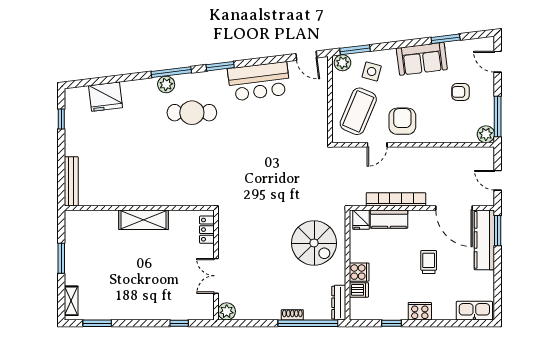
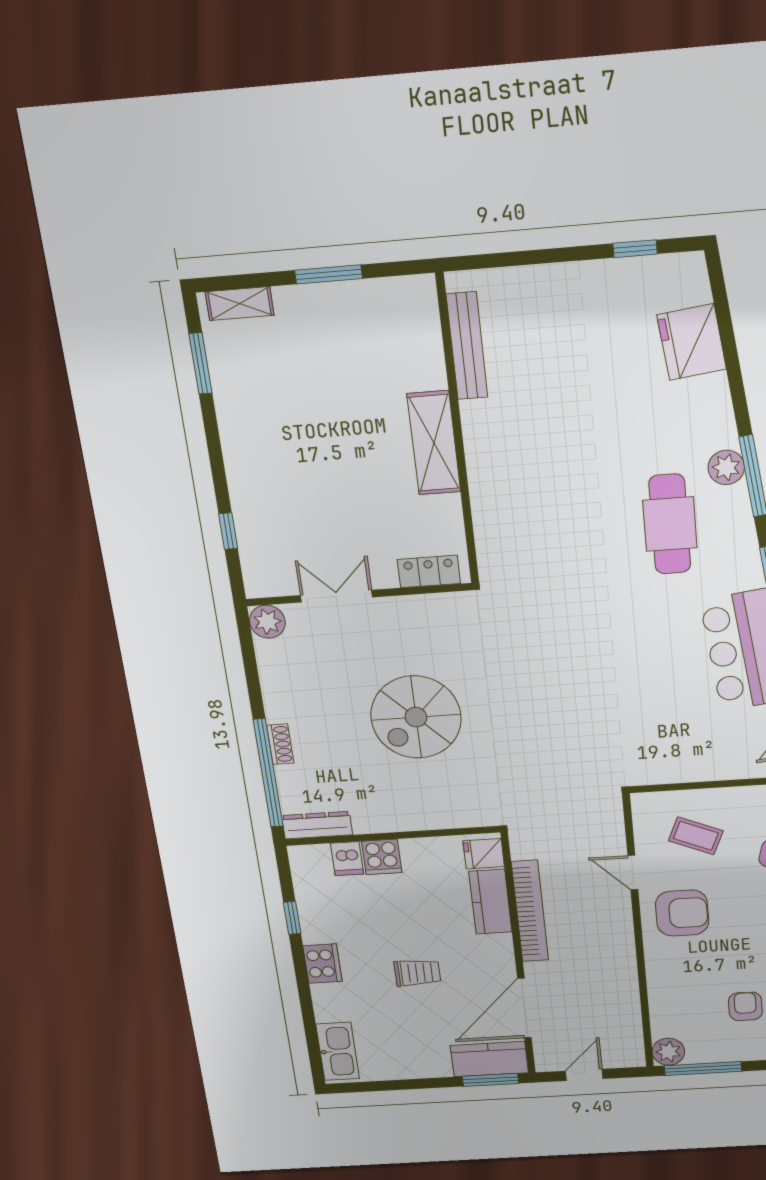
coffee table: (358, 111) -> (696, 836), width x0.54, depth x0.58
bench: (71, 181) -> (467, 346), moved, turned 90
kitchen counter: (484, 240) -> (489, 1059), width x0.67
spiral stairs: (314, 243) -> (416, 717), moved

